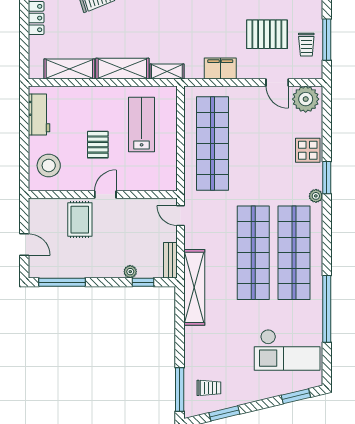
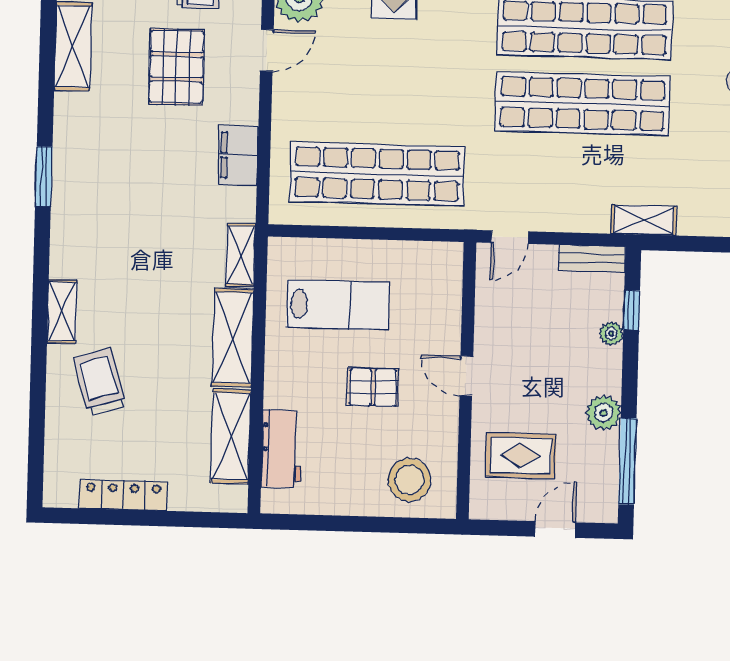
workbench: (39, 115) -> (282, 449), moved, turned 90
lab bench: (142, 125) -> (338, 305), turned 180
rug: (80, 220) -> (521, 455), moved
plant: (88, 269) -> (604, 413), added
shelving: (194, 287) -> (644, 220), width x0.45, depth x0.75

